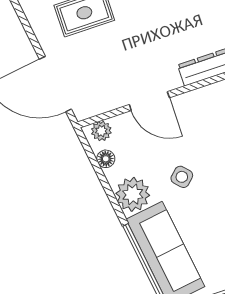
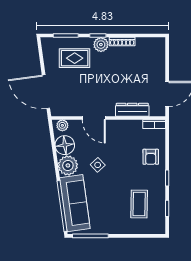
floor lamp: (106, 159) -> (65, 145), width x1.89, depth x1.89

